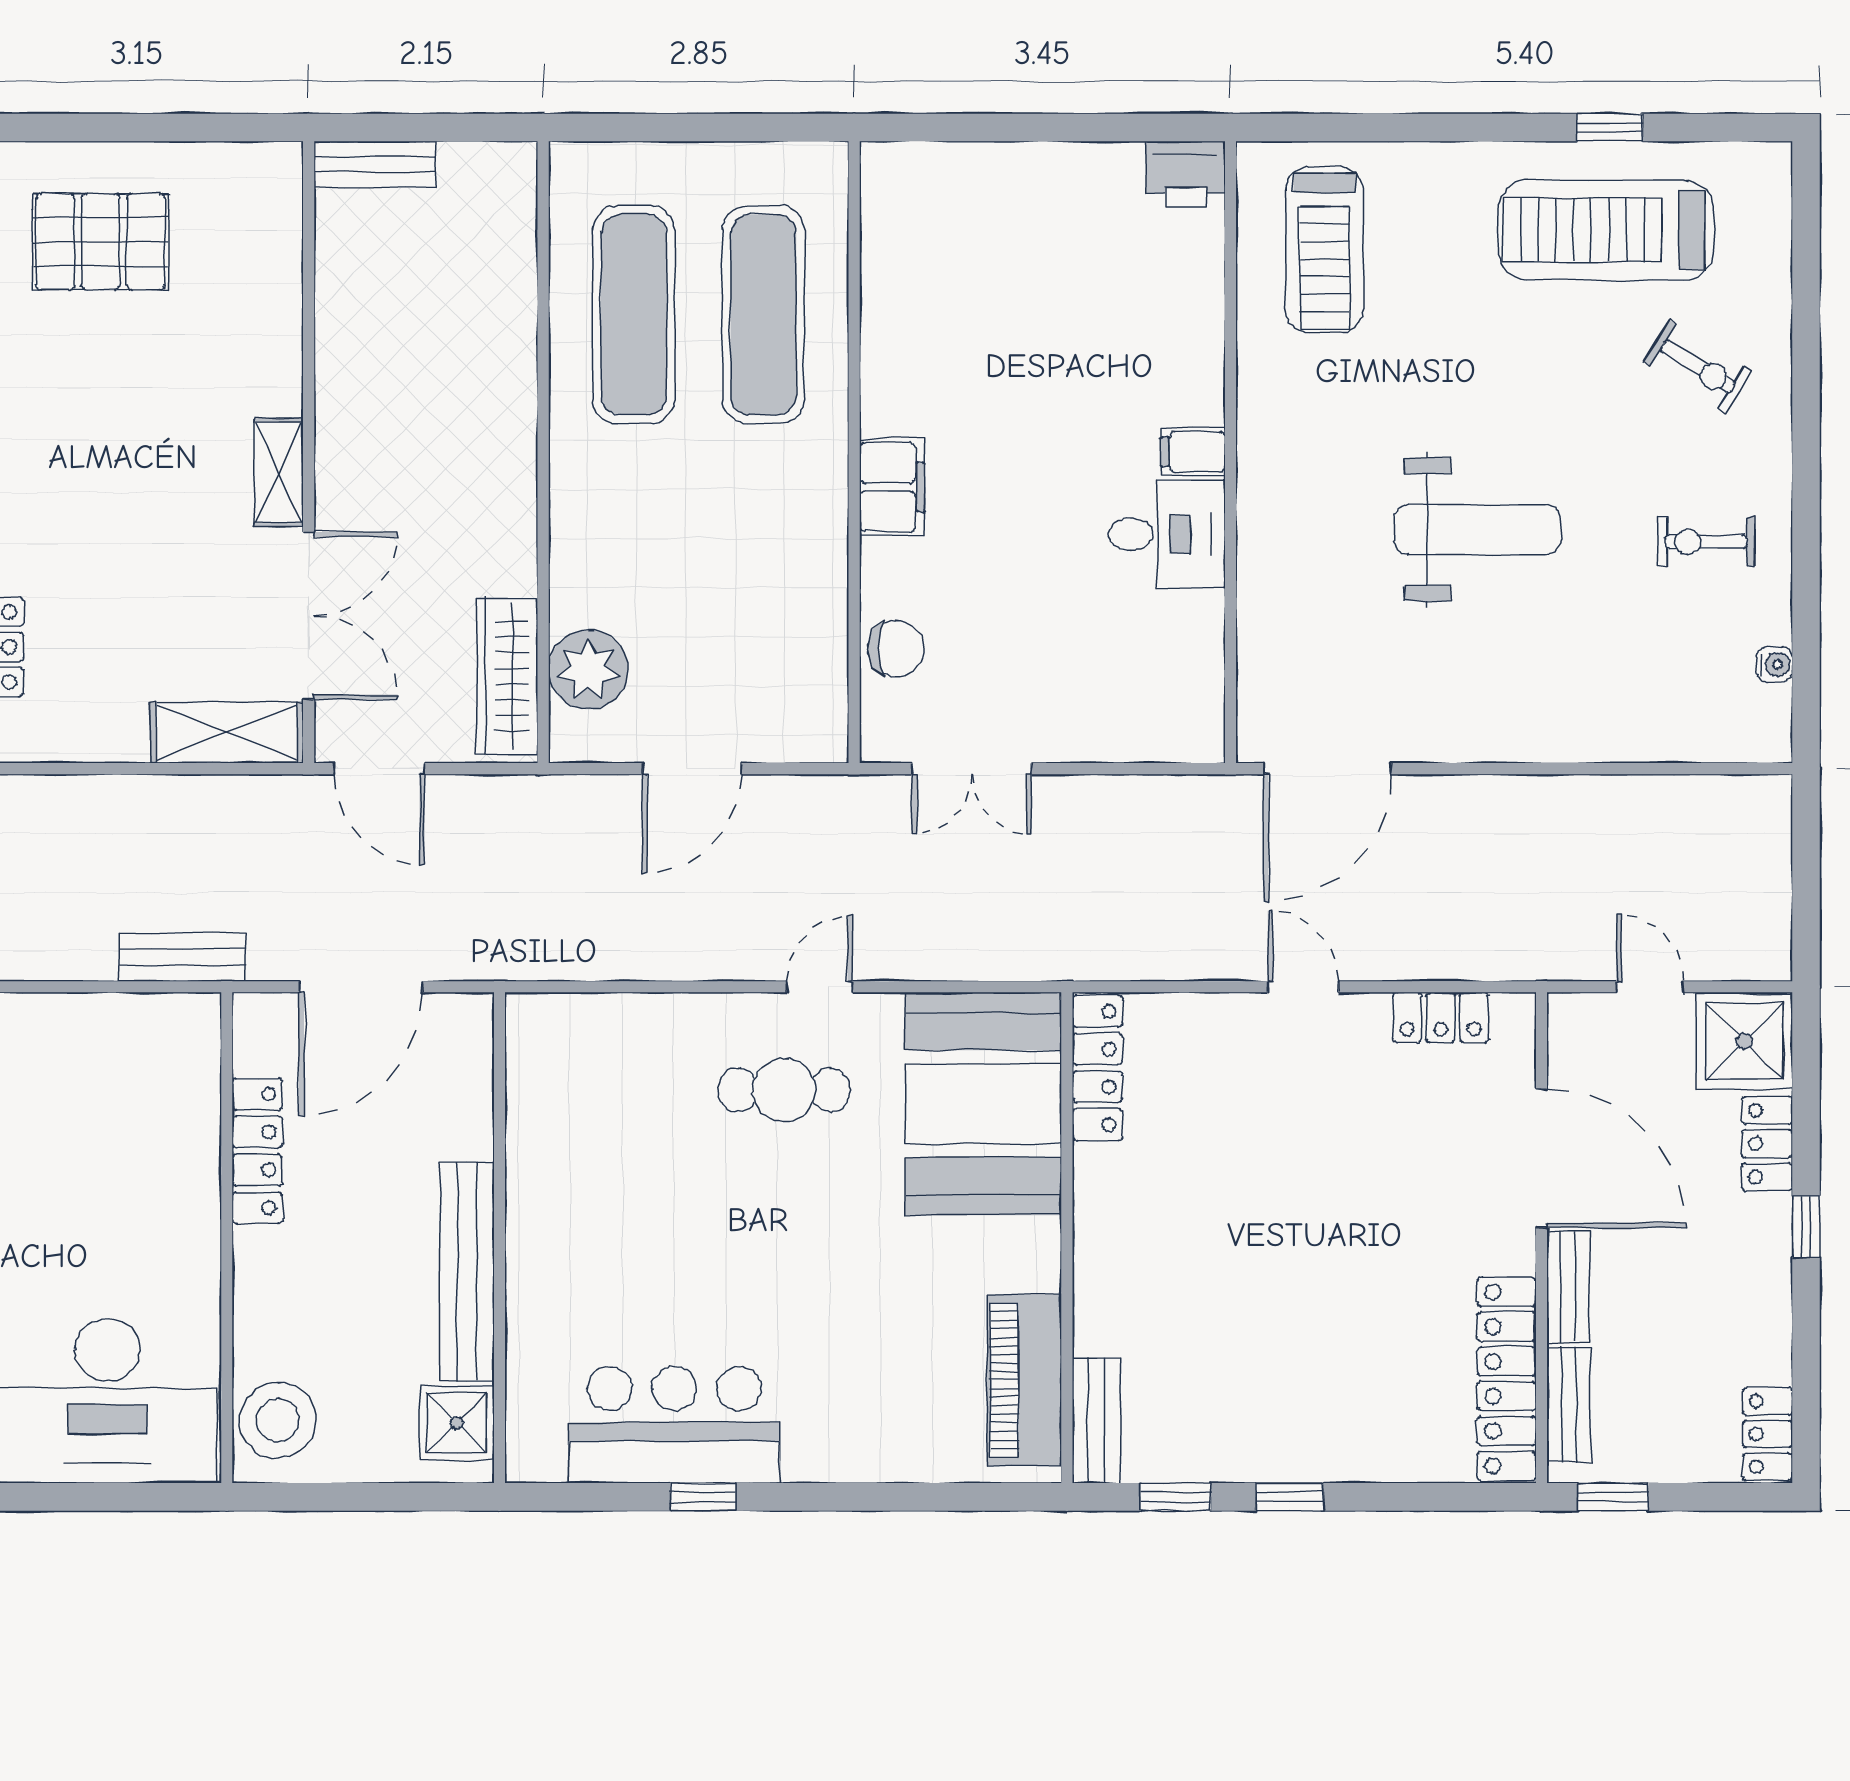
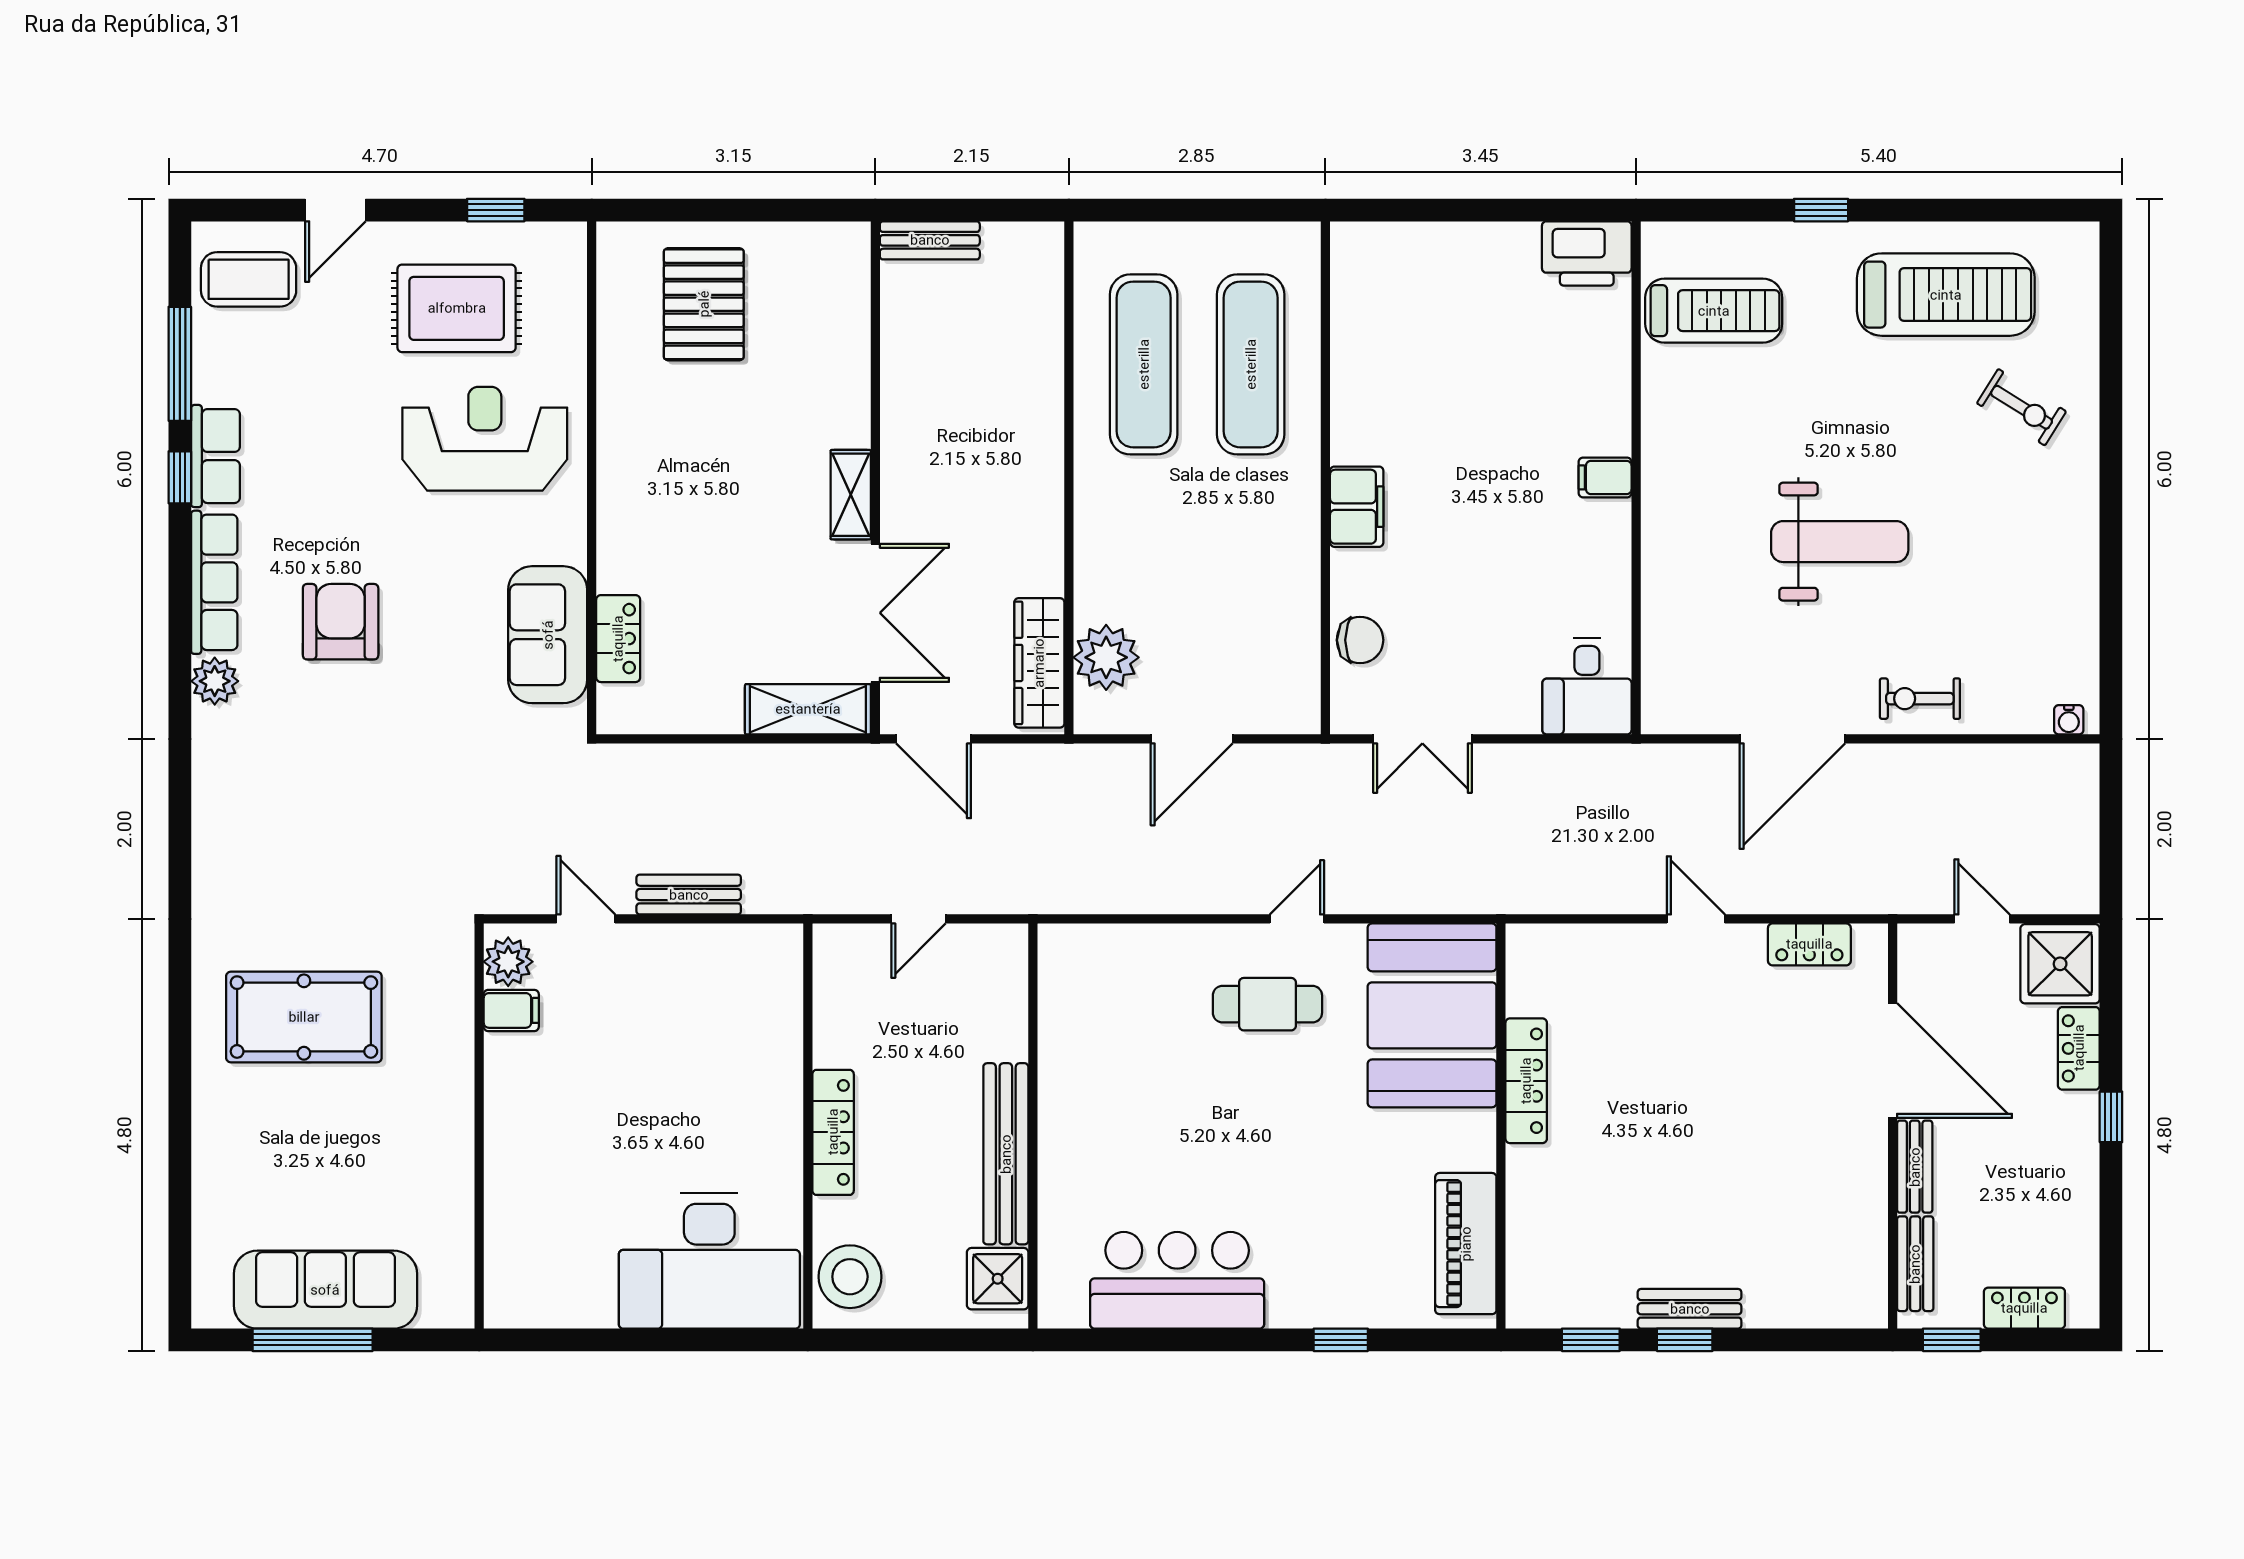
window: (1610, 128) -> (1821, 210), moved
printer: (1186, 174) -> (1587, 253), width x1.37, depth x1.19
treadmill: (1606, 230) -> (1946, 295), turned 180
pallet: (101, 242) -> (704, 304), turned 90
treadmill: (1325, 249) -> (1714, 311), turned -90
desk: (1167, 534) -> (1587, 686), moved, turned 90
exercise bike: (1706, 542) -> (1920, 699), moved
water cooler: (1775, 664) -> (2069, 720), moved, turned 90
door: (1327, 769) -> (1792, 739), moved
bench: (182, 957) -> (689, 895), moved
door: (361, 987) -> (918, 919), width x0.53
locker: (1097, 1068) -> (1526, 1081), moved
locker: (257, 1151) -> (833, 1132), moved
locker: (1507, 1379) -> (1864, 1242), removed
bench: (1096, 1420) -> (1690, 1309), moved, turned 90
locker: (1768, 1434) -> (2024, 1308), moved, turned 90
window: (703, 1497) -> (1341, 1340), moved

